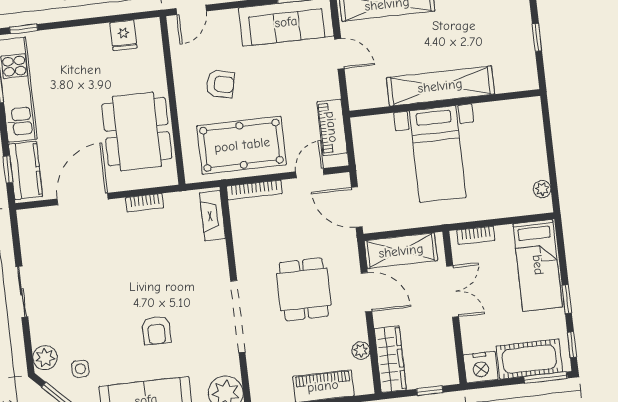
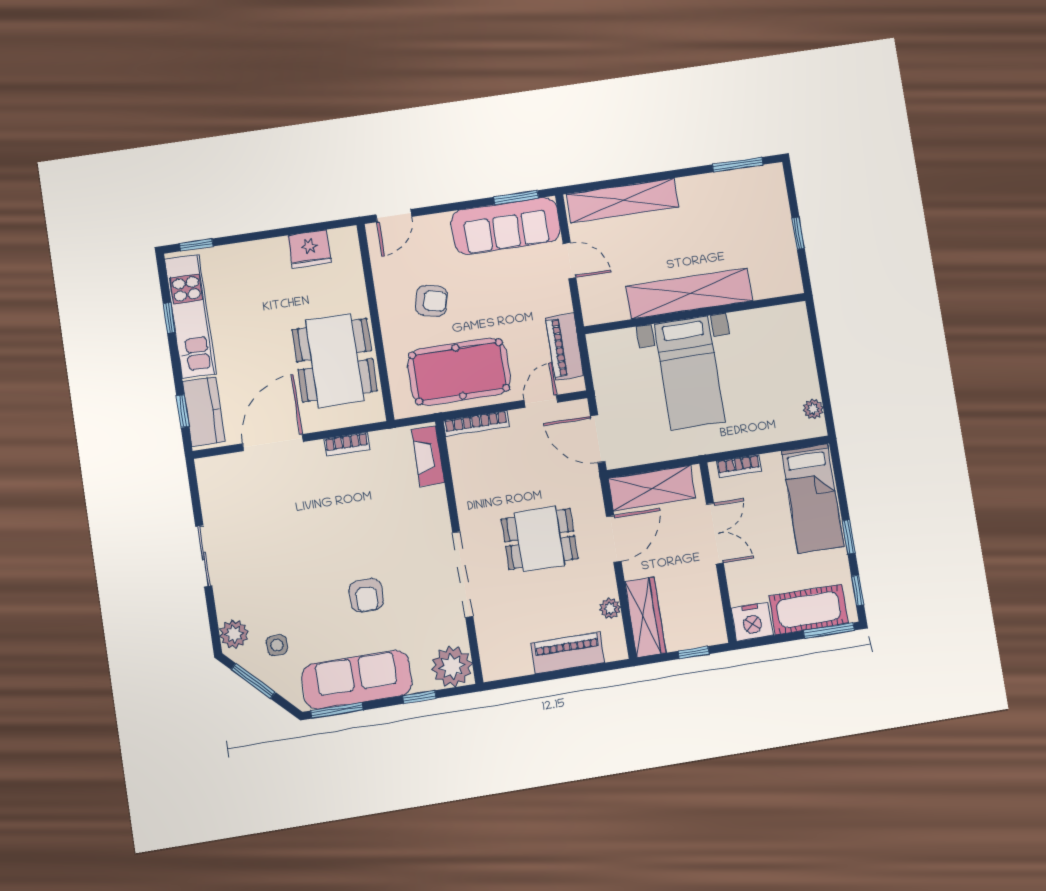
fridge: (123, 35) -> (310, 249), width x1.38
dining table: (304, 289) -> (540, 539), turned 90
door: (367, 292) -> (614, 539), hinge flipped

